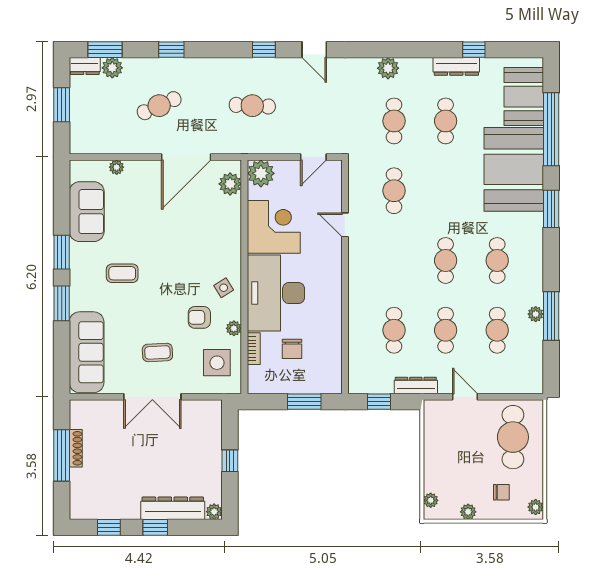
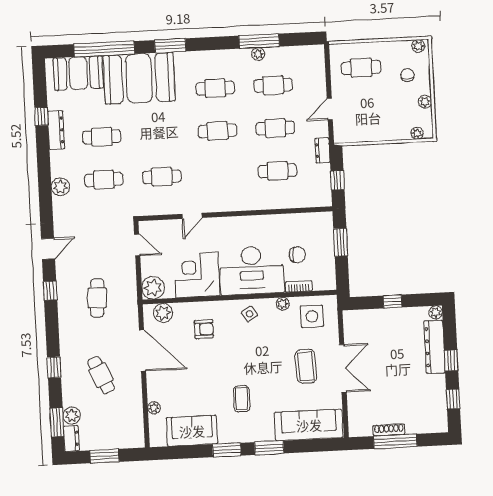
armchair: (199, 317) -> (204, 329), moved, turned -90
coffee table: (157, 352) -> (306, 366), width x1.36, depth x1.30
dresser: (416, 386) -> (322, 150), width x0.70
cafe table: (513, 437) -> (361, 68), width x0.73, depth x0.74

